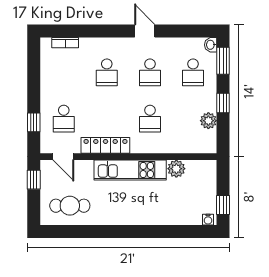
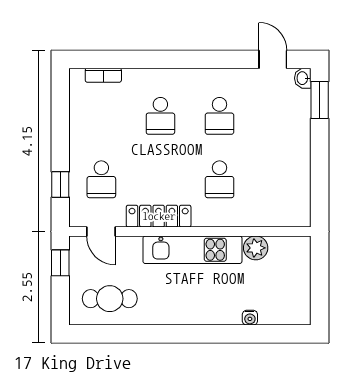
door: (145, 31) -> (273, 59), moved
school desk: (193, 72) -> (279, 116), removed
window: (223, 103) -> (320, 158), removed
plant: (208, 121) -> (300, 182), removed
window: (223, 205) -> (320, 298), removed
water cooler: (208, 220) -> (250, 318), moved

